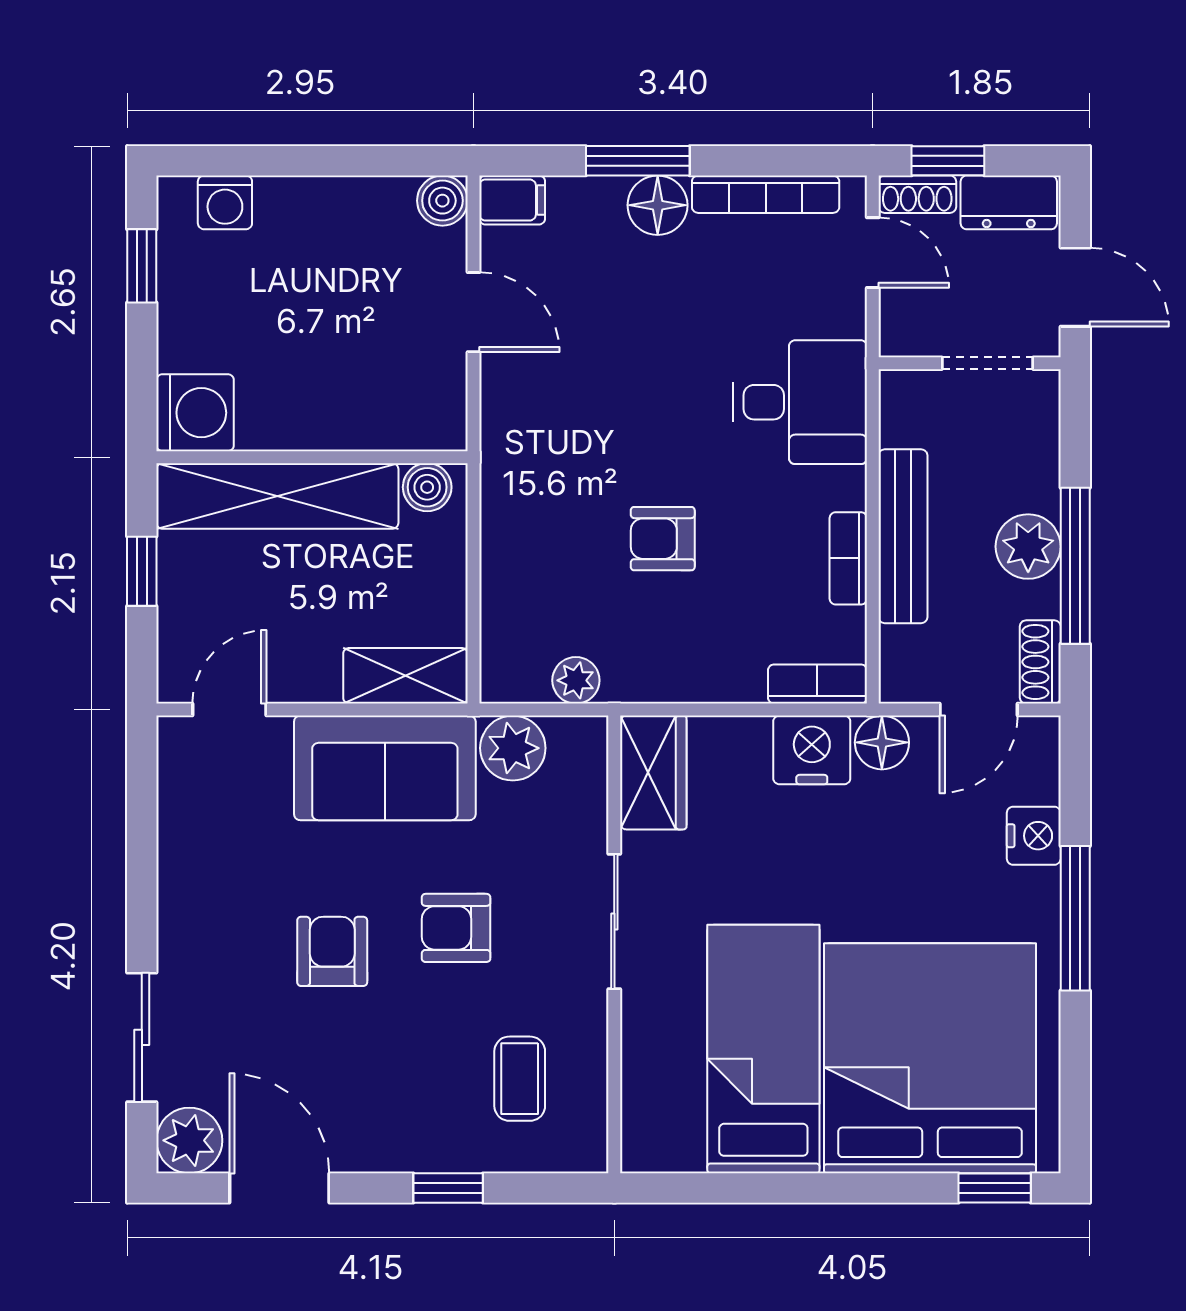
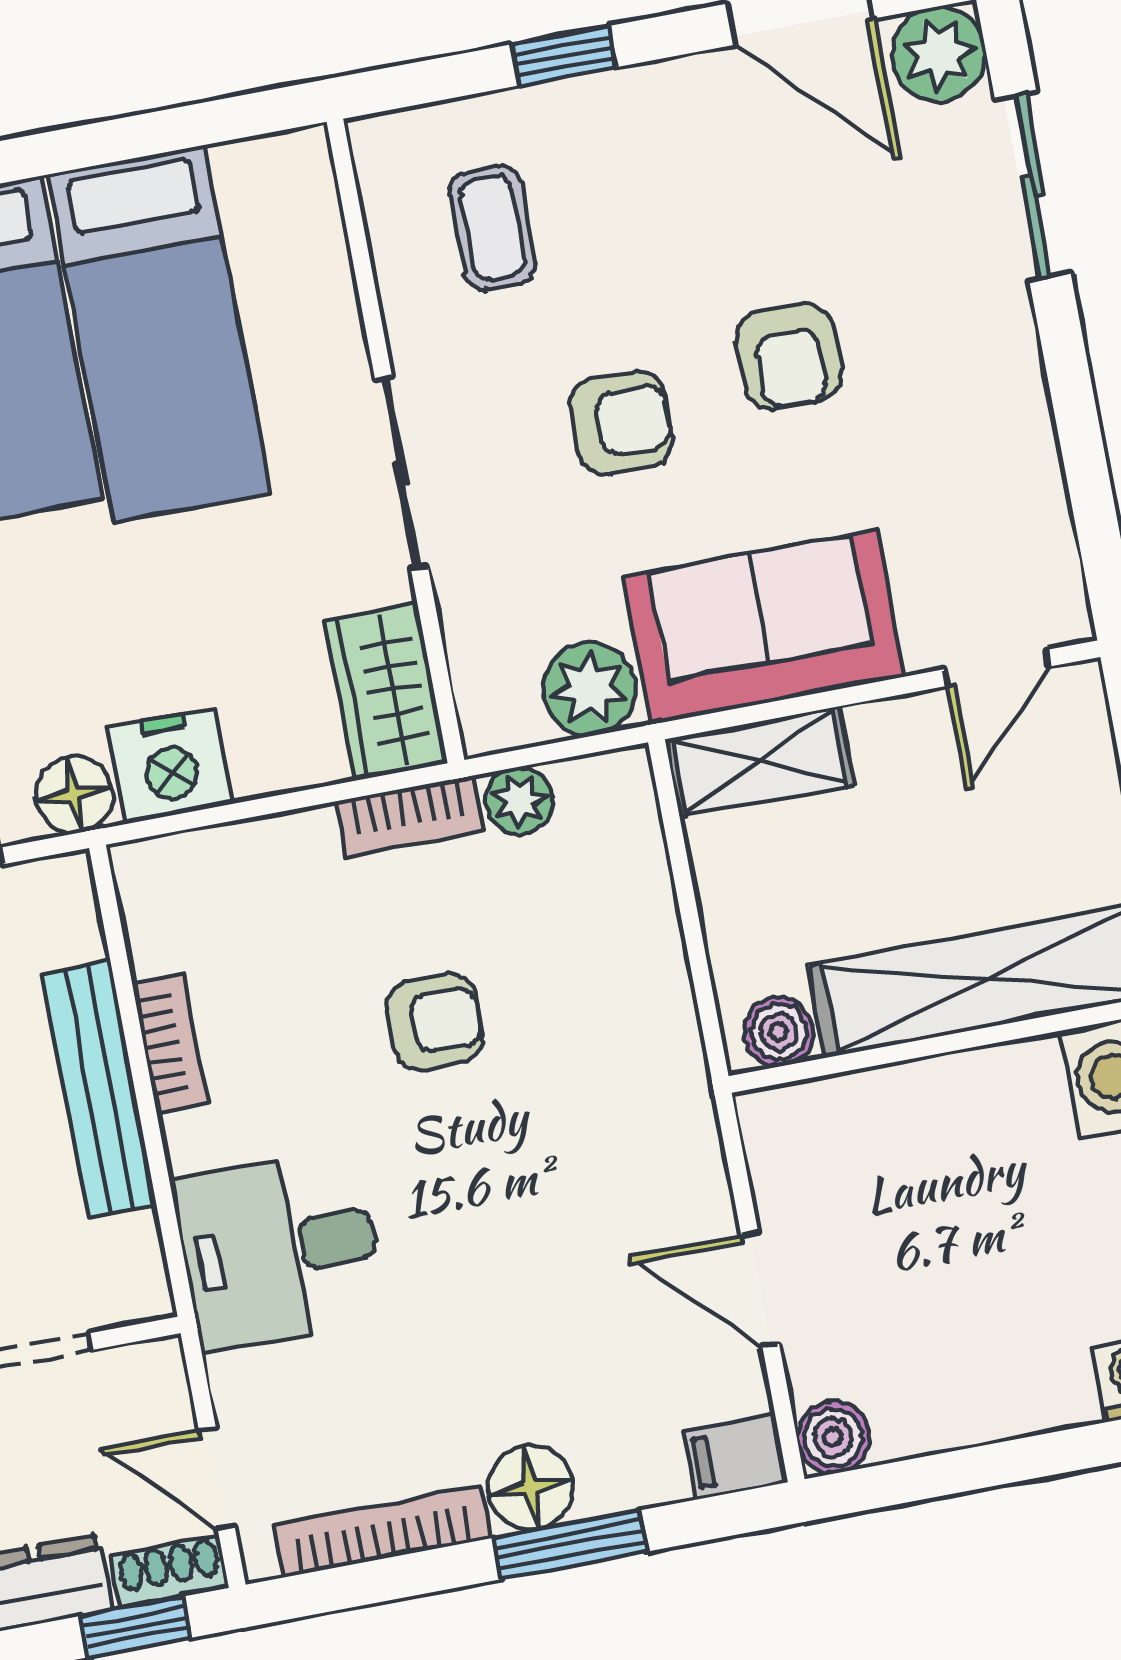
bookcase: (817, 684) -> (410, 816), moved

